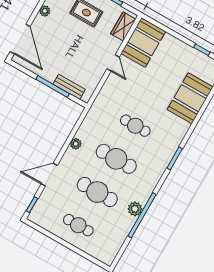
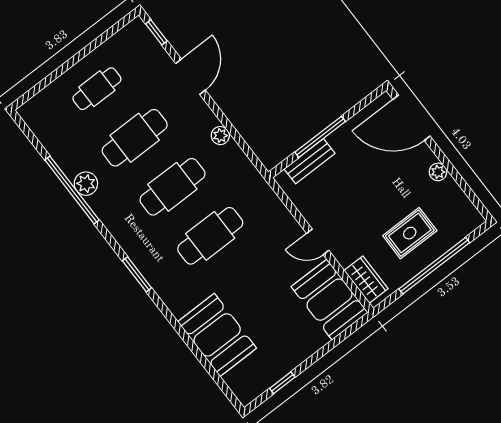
cafe table: (135, 126) -> (210, 236), width x1.37, depth x1.35

